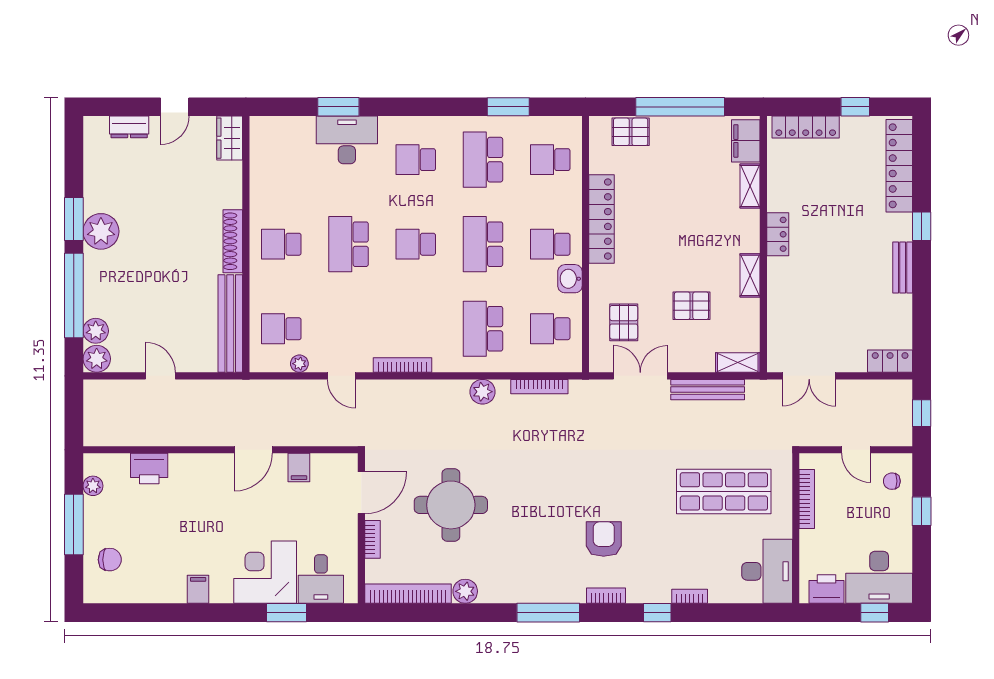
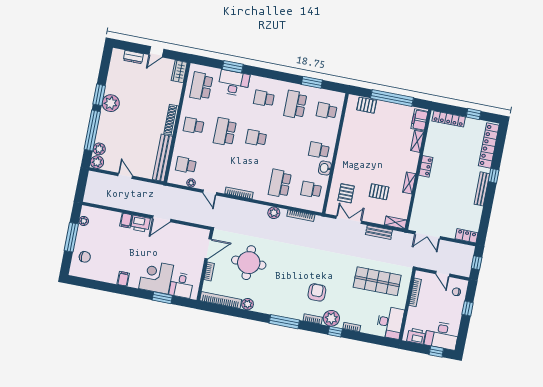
locker: (602, 219) -> (345, 143), removed
school desk: (483, 244) -> (201, 86), moved
bench: (903, 267) -> (482, 189), width x1.36
bench: (708, 390) -> (379, 232), width x0.73
filing cabinet: (299, 468) -> (126, 220), moved
printer: (149, 469) -> (140, 224), moved
plant: (644, 587) -> (331, 318), added

